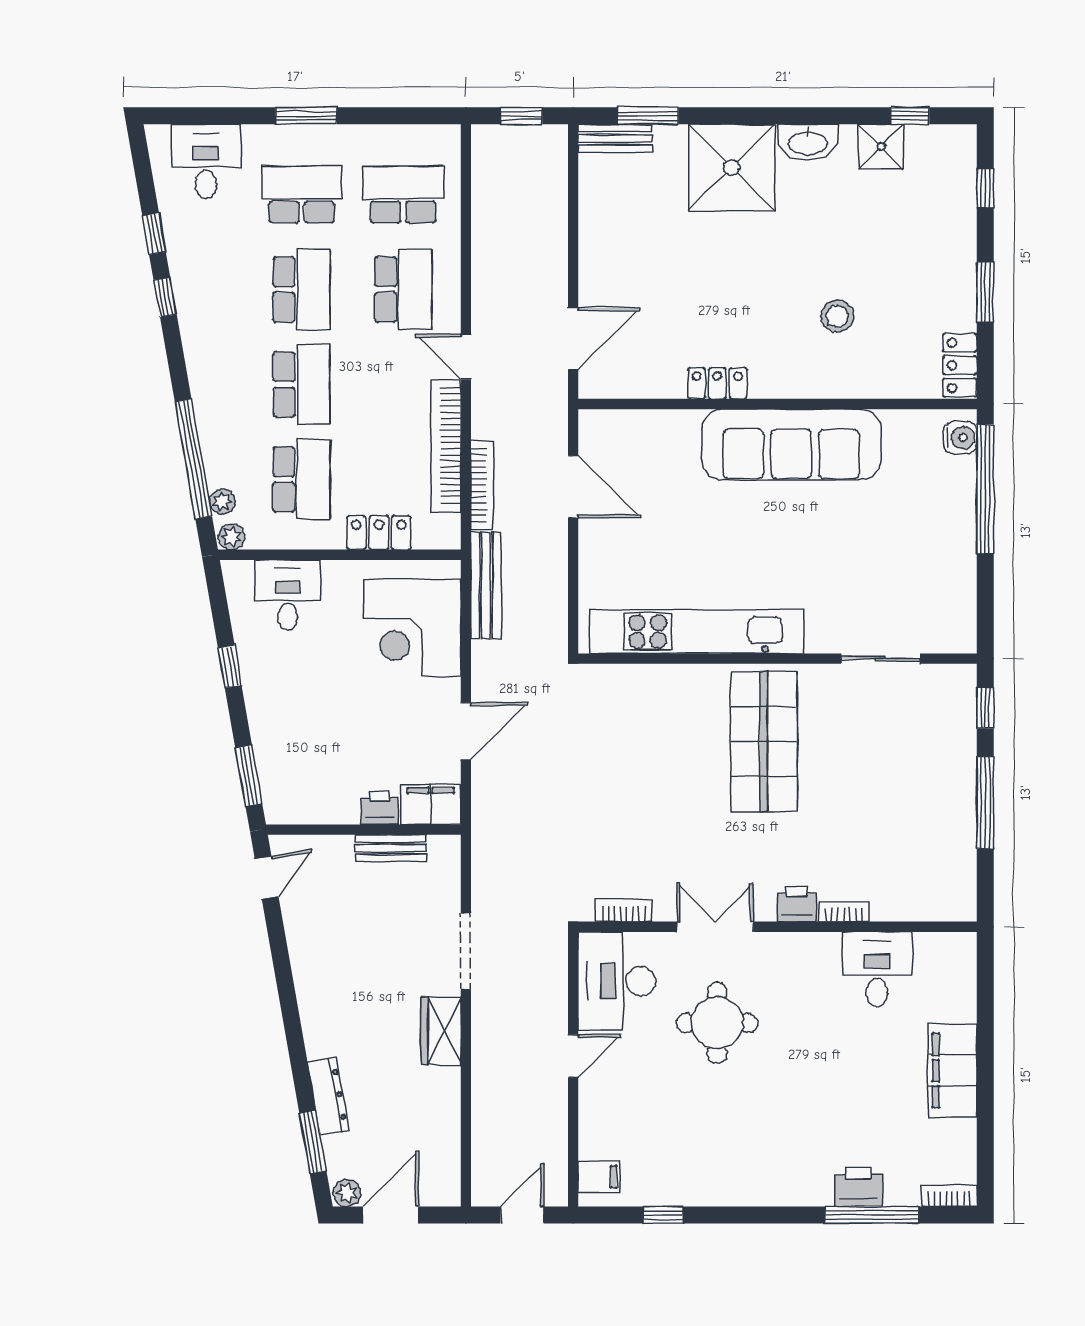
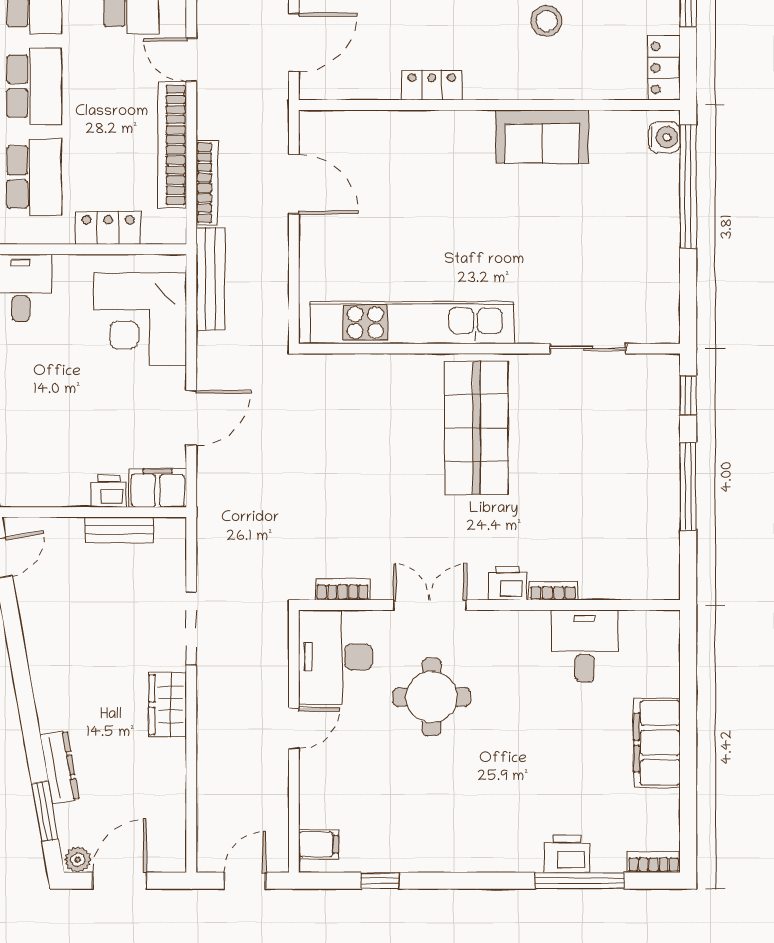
sofa: (791, 445) -> (542, 137), width x0.54, depth x0.79

